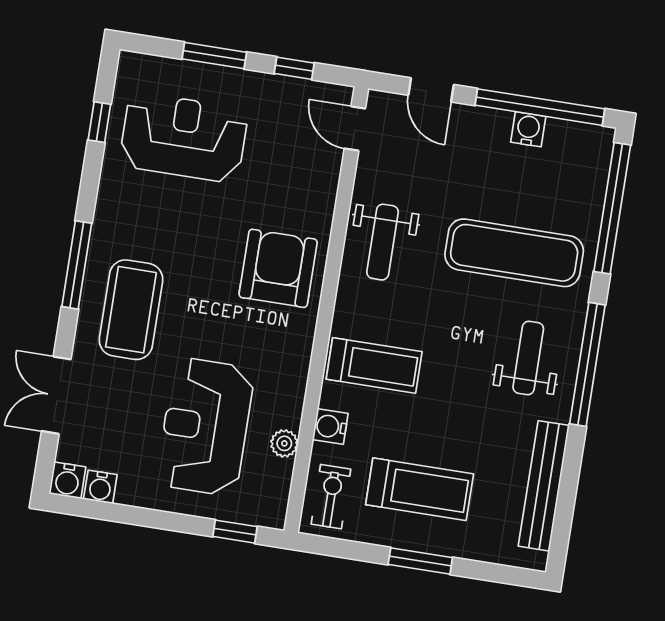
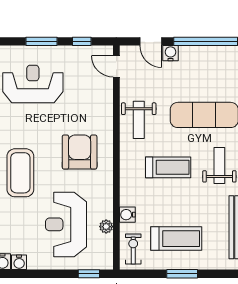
water cooler: (528, 129) -> (171, 53), moved
armchair: (278, 268) -> (80, 152), moved
treadmill: (374, 365) -> (168, 167), moved

